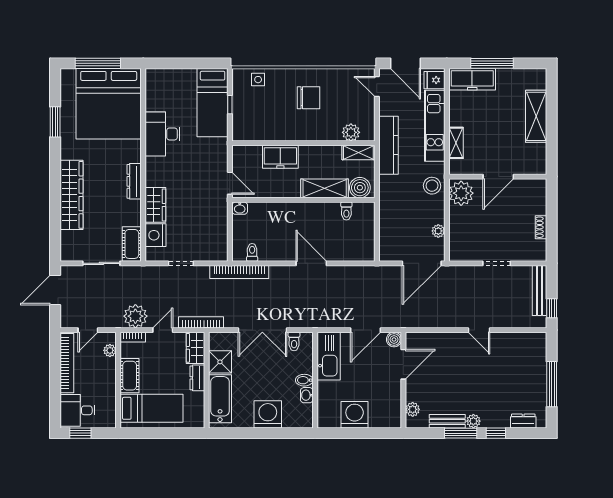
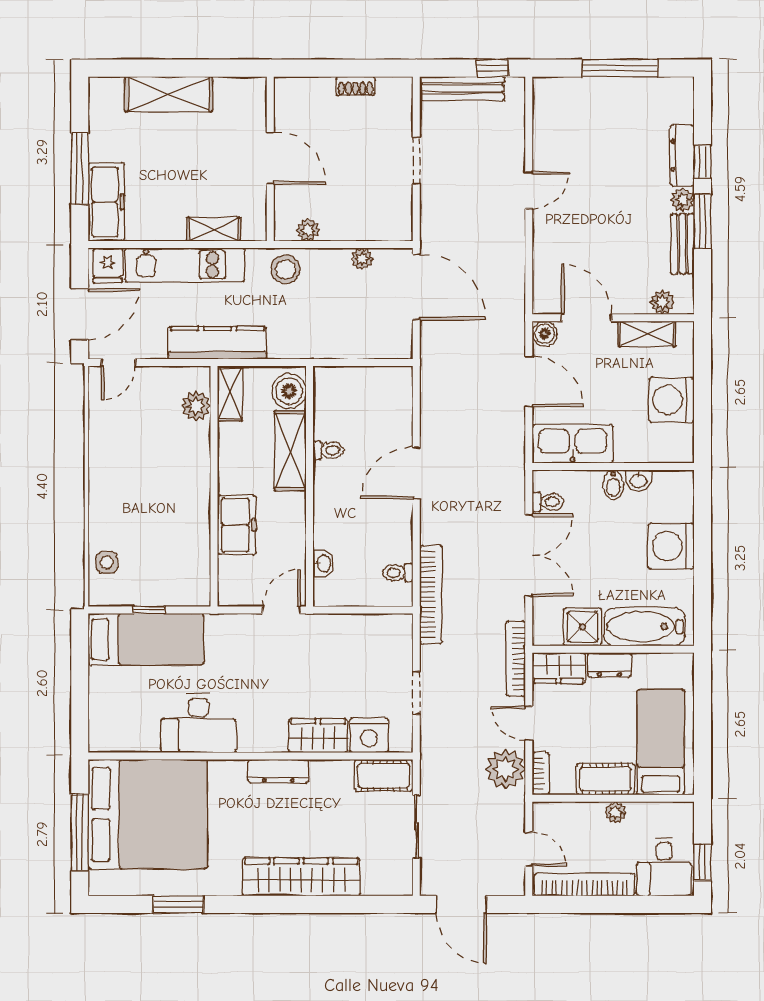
chair: (309, 98) -> (137, 478), removed
plant: (461, 193) -> (308, 230), width x0.53, depth x0.53
washbasin: (240, 208) -> (324, 563), moved
toilet: (346, 211) -> (328, 450), moved
plant: (110, 350) -> (615, 812), moved
shelving: (394, 400) -> (647, 334), added
dresser: (523, 421) -> (682, 155), moved, width x1.44

